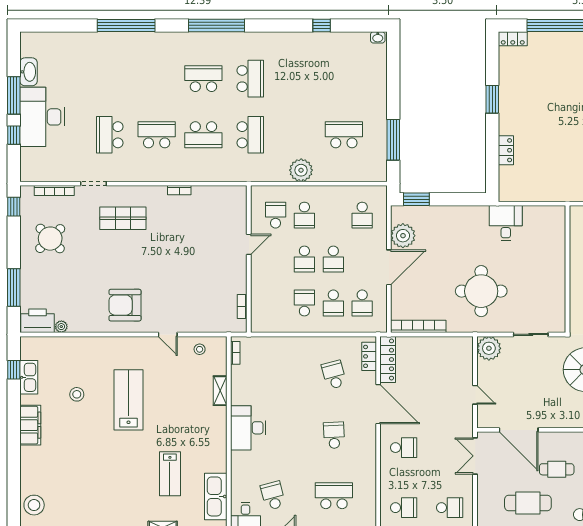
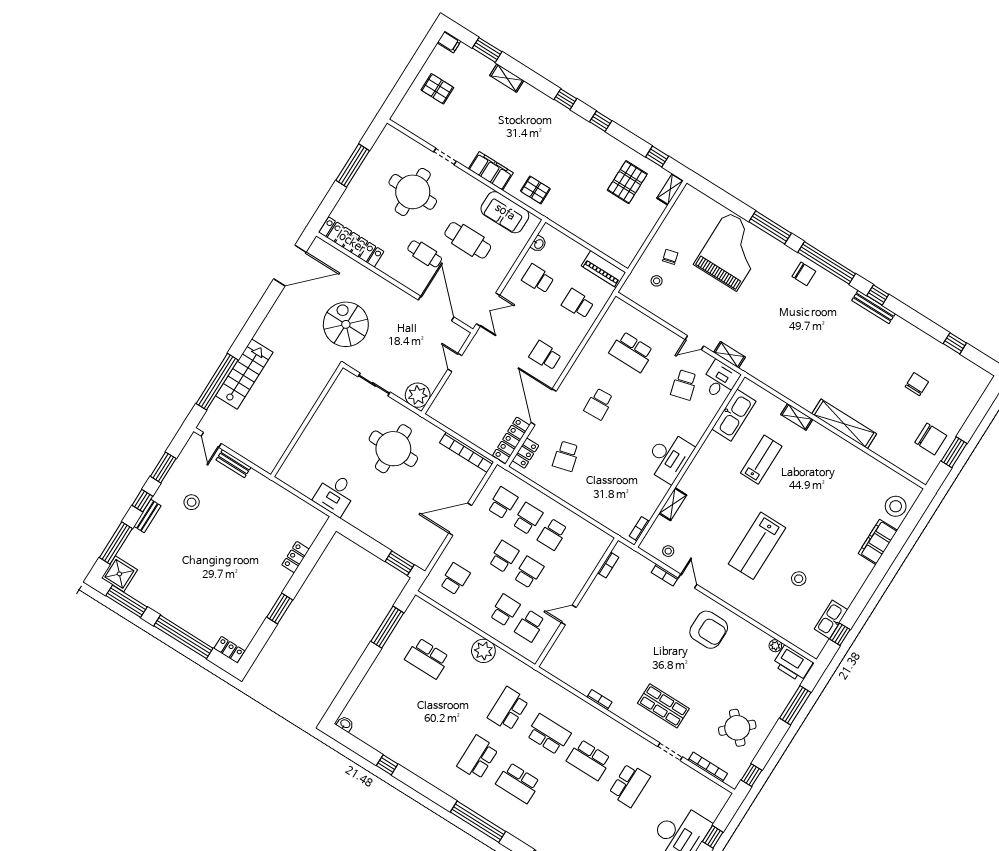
plant: (403, 236) -> (431, 539), removed
bookcase: (190, 328) -> (665, 575), added
filing cabinet: (30, 425) -> (878, 542), moved

